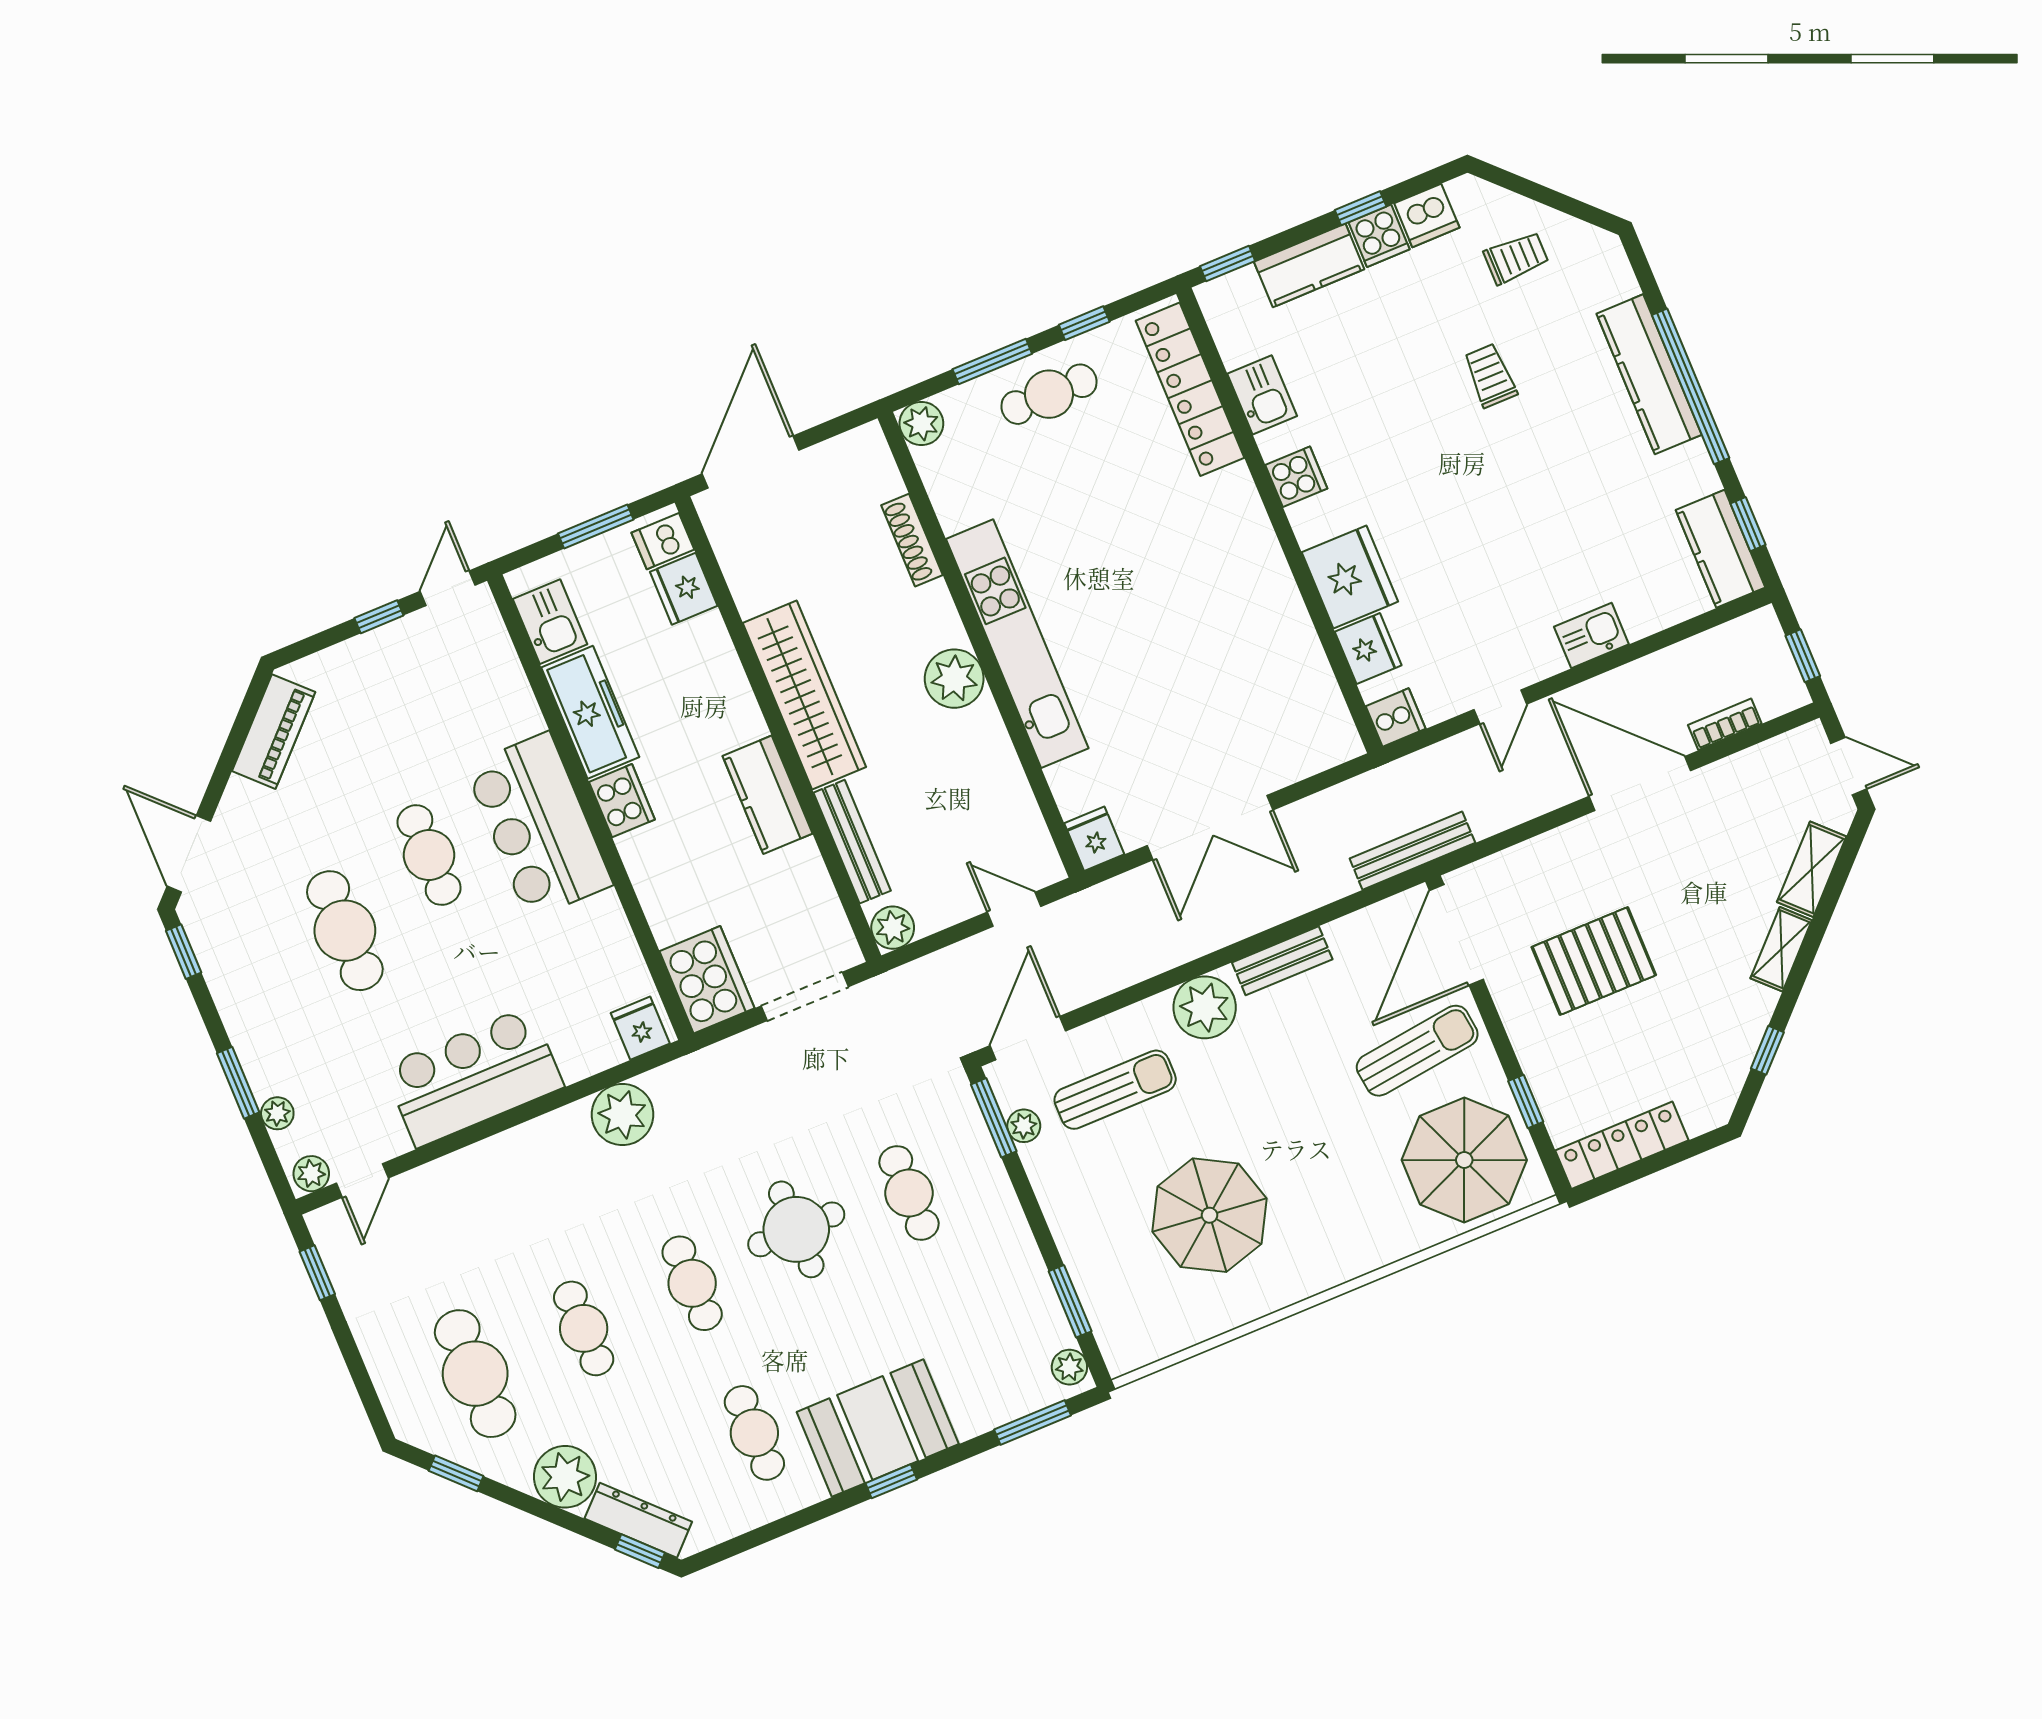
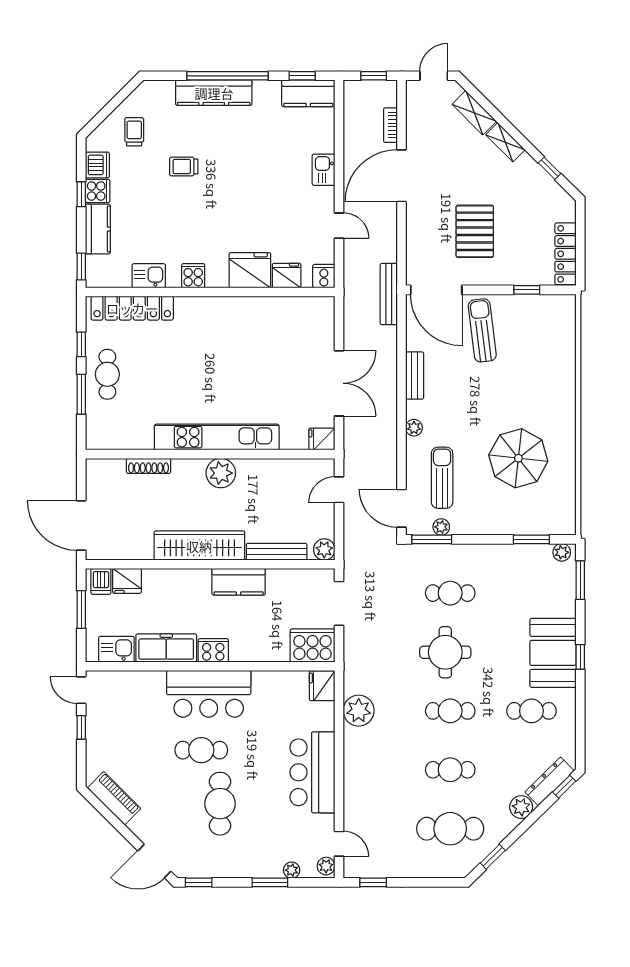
plant: (921, 424) -> (96, 439), removed
cafe table: (345, 931) -> (220, 804), turned 90
plant: (1205, 1007) -> (414, 428), width x0.53, depth x0.53
fridge: (640, 1028) -> (322, 686), width x1.38
parasol: (1464, 1160) -> (542, 330), removed
plant: (565, 1477) -> (521, 807), width x0.73, depth x0.73

